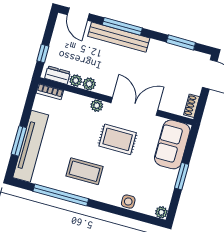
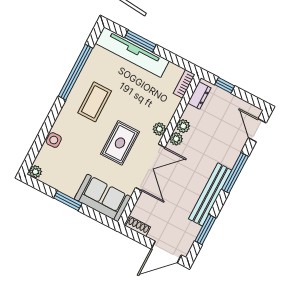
door: (78, 14) -> (257, 130), hinge flipped
bench: (119, 37) -> (210, 195), moved
plant: (76, 81) -> (176, 139), moved

